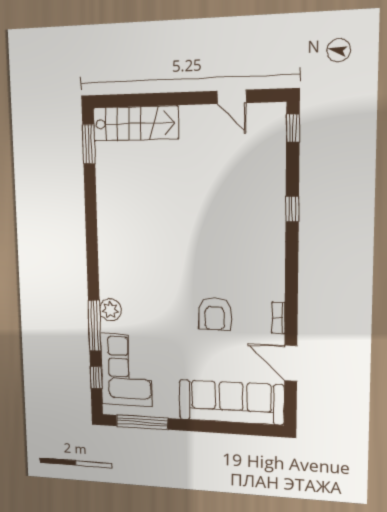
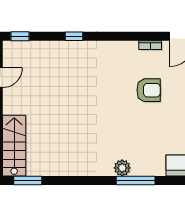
plant: (110, 310) -> (122, 168), moved
window: (94, 326) -> (136, 180), moved

